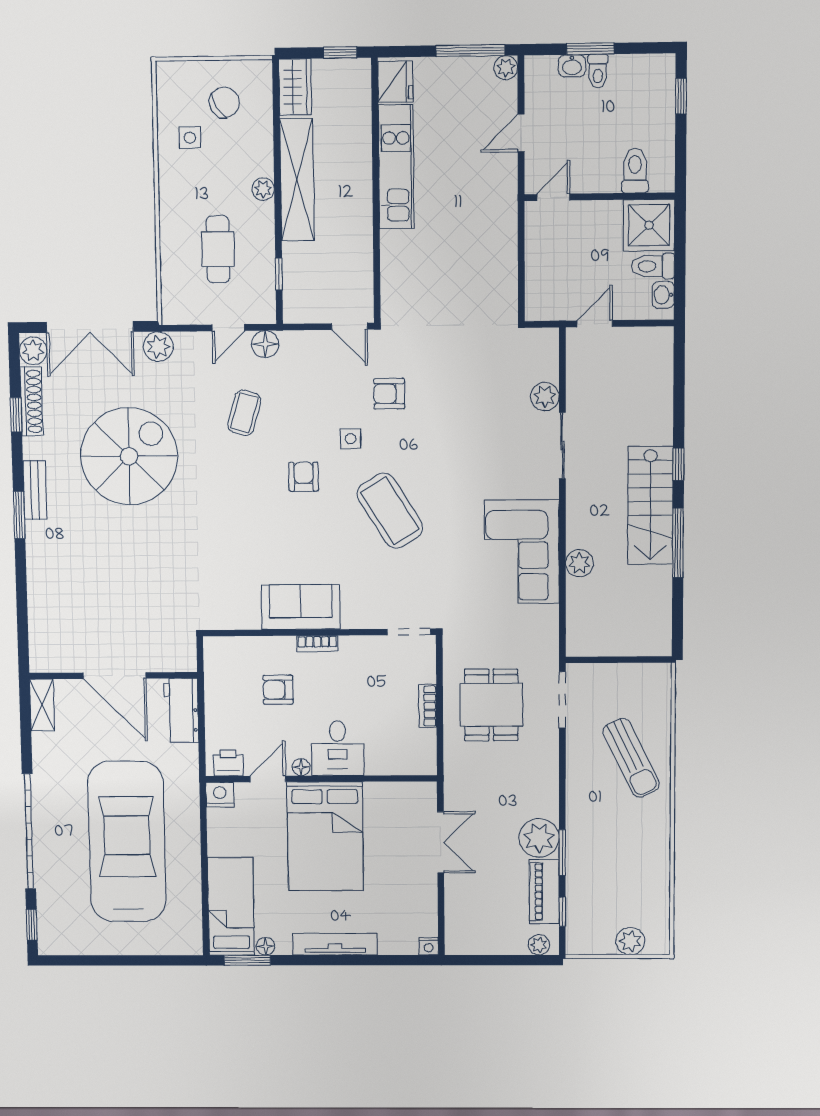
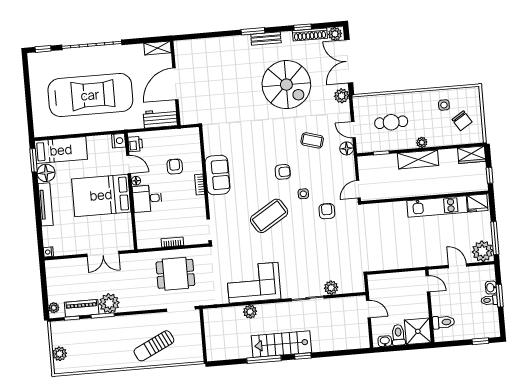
plant: (506, 68) -> (483, 251), width x1.87, depth x1.87
shelving: (297, 180) -> (418, 159), width x0.68
floor lamp: (265, 946) -> (46, 173), width x1.89, depth x1.89

